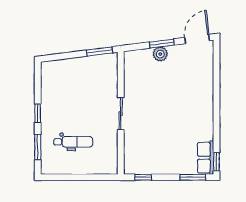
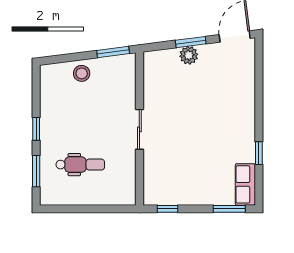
stool: (74, 69) -> (82, 73), added
window: (216, 162) -> (259, 153), moved

